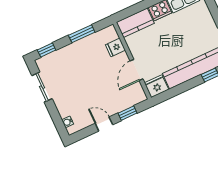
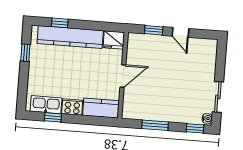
fridge: (115, 47) -> (131, 96), removed
door: (136, 70) -> (123, 76), moved
water cooler: (68, 122) -> (207, 119), moved

